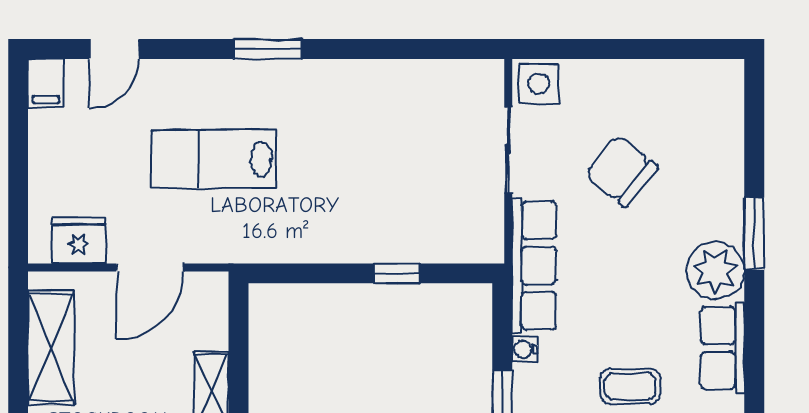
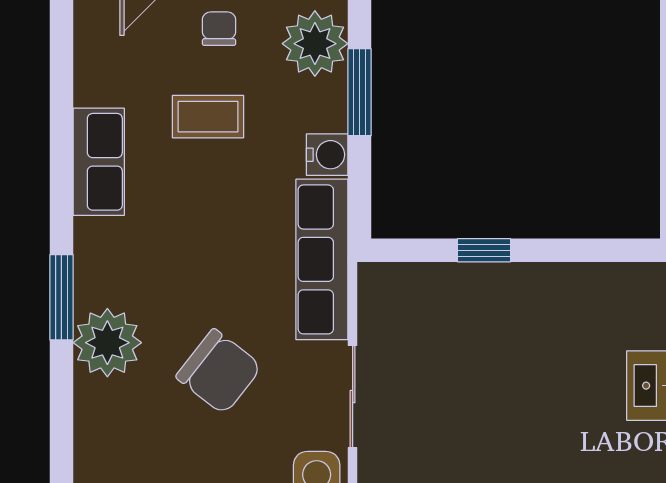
plant: (715, 271) -> (107, 343), moved
water cooler: (525, 349) -> (327, 155), width x1.38, depth x1.38

